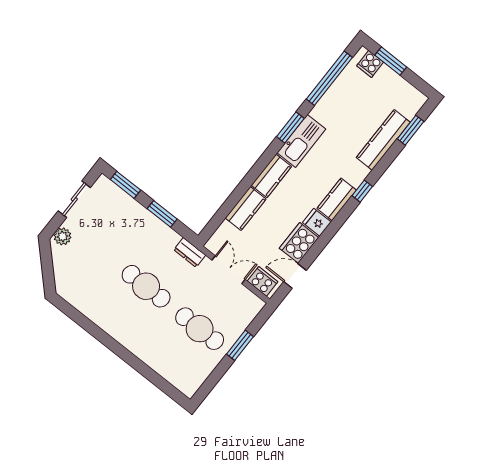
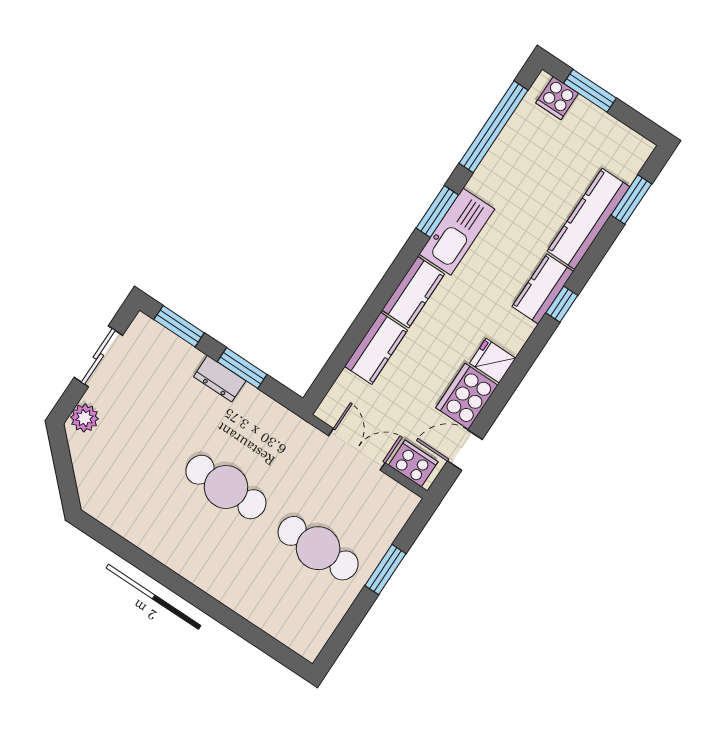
kitchen counter: (337, 199) -> (543, 289), moved
dresser: (190, 252) -> (220, 379), moved

